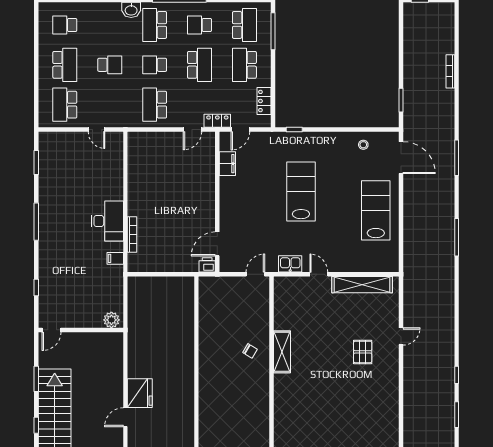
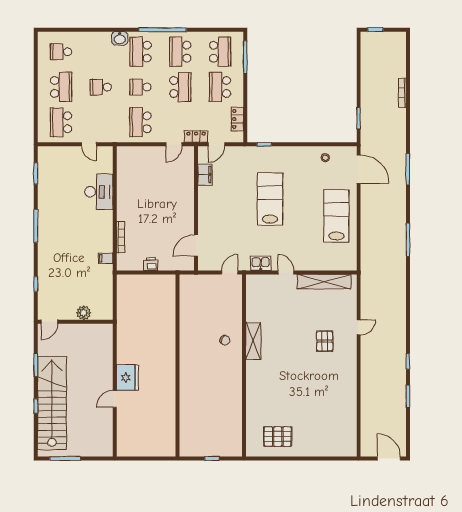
school desk: (200, 25) -> (180, 52), width x1.85
school desk: (110, 65) -> (101, 87), turned 180
desk: (107, 221) -> (99, 192), moved
printer: (207, 265) -> (151, 264), moved
plant: (111, 320) -> (84, 313), moved

